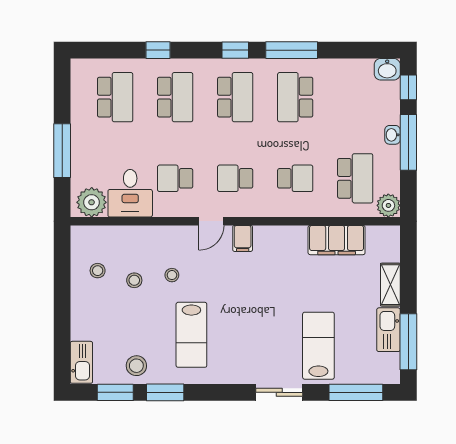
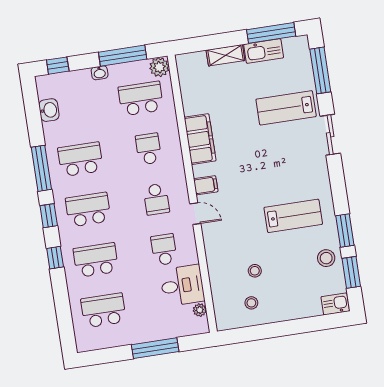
window: (158, 50) -> (55, 258), moved
washbasin: (387, 69) -> (49, 110), moved
school desk: (295, 97) -> (80, 159), turned 180
window: (408, 142) -> (123, 56), moved
school desk: (175, 178) -> (164, 250), turned 180
plant: (92, 202) -> (200, 310), width x0.53, depth x0.53
filing cabinet: (337, 240) -> (200, 139), moved
stool: (172, 275) -> (246, 240), removed
kitchen sink: (81, 362) -> (335, 304), width x0.73

